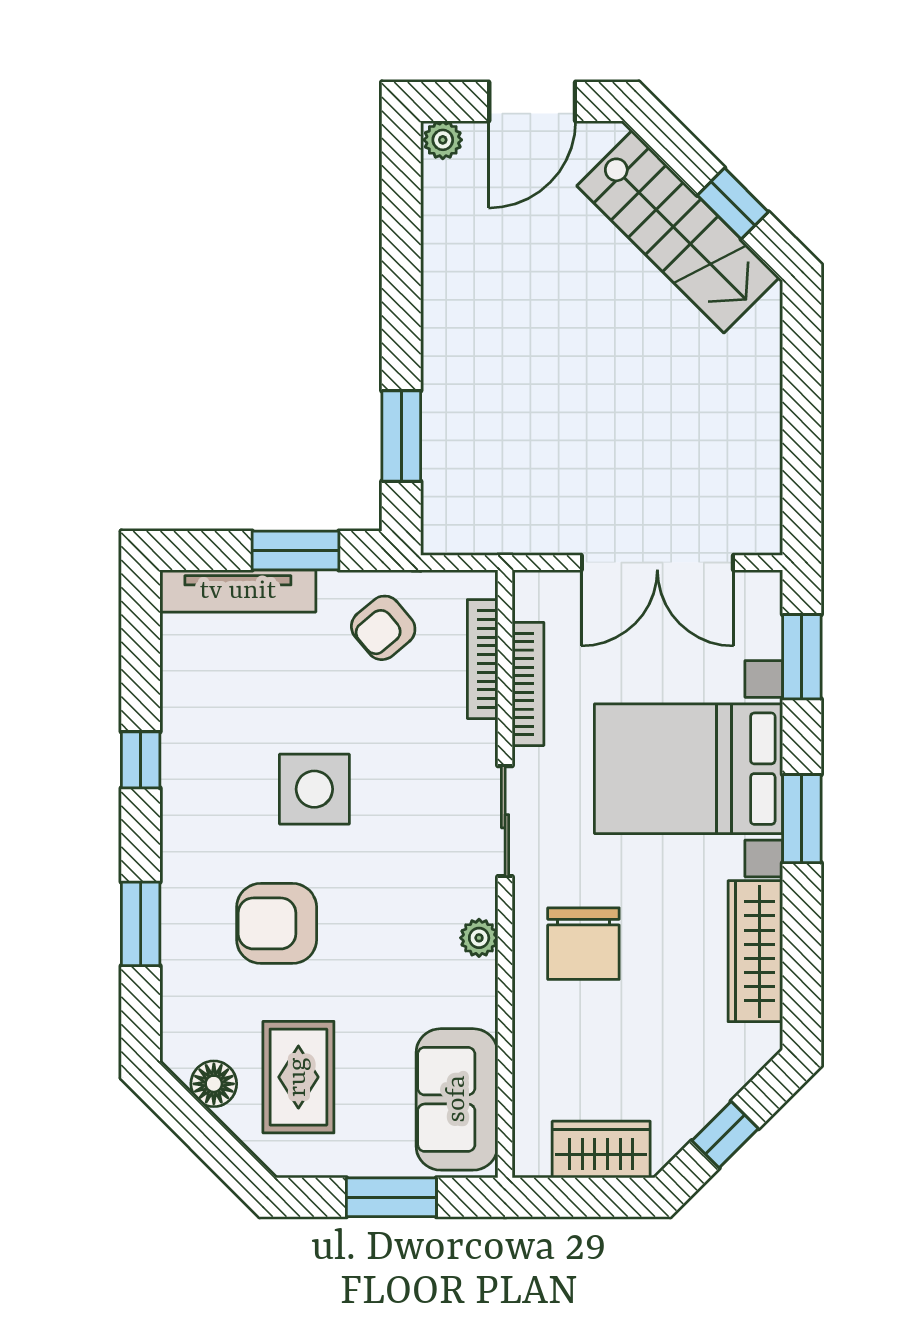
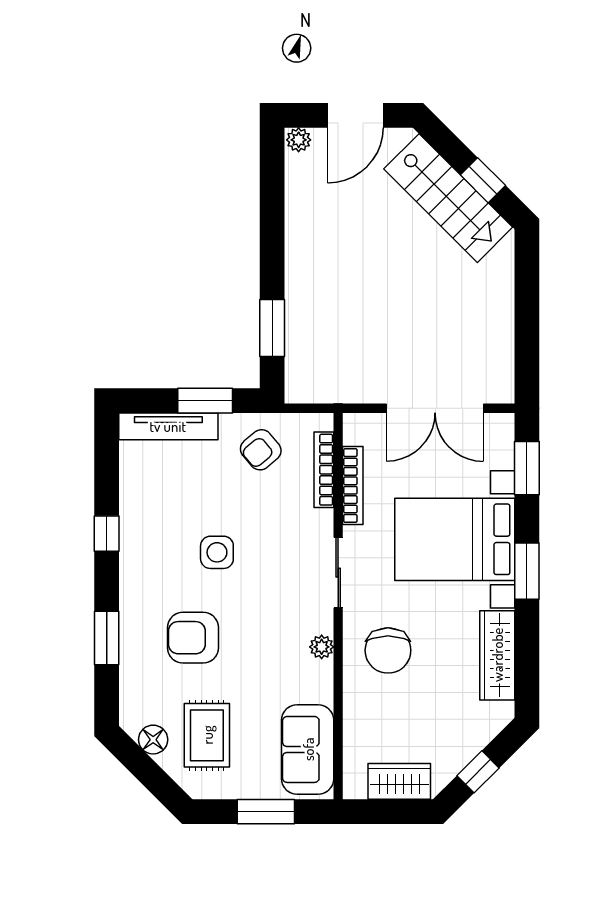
side table: (314, 789) -> (217, 552), width x0.73, depth x0.73

